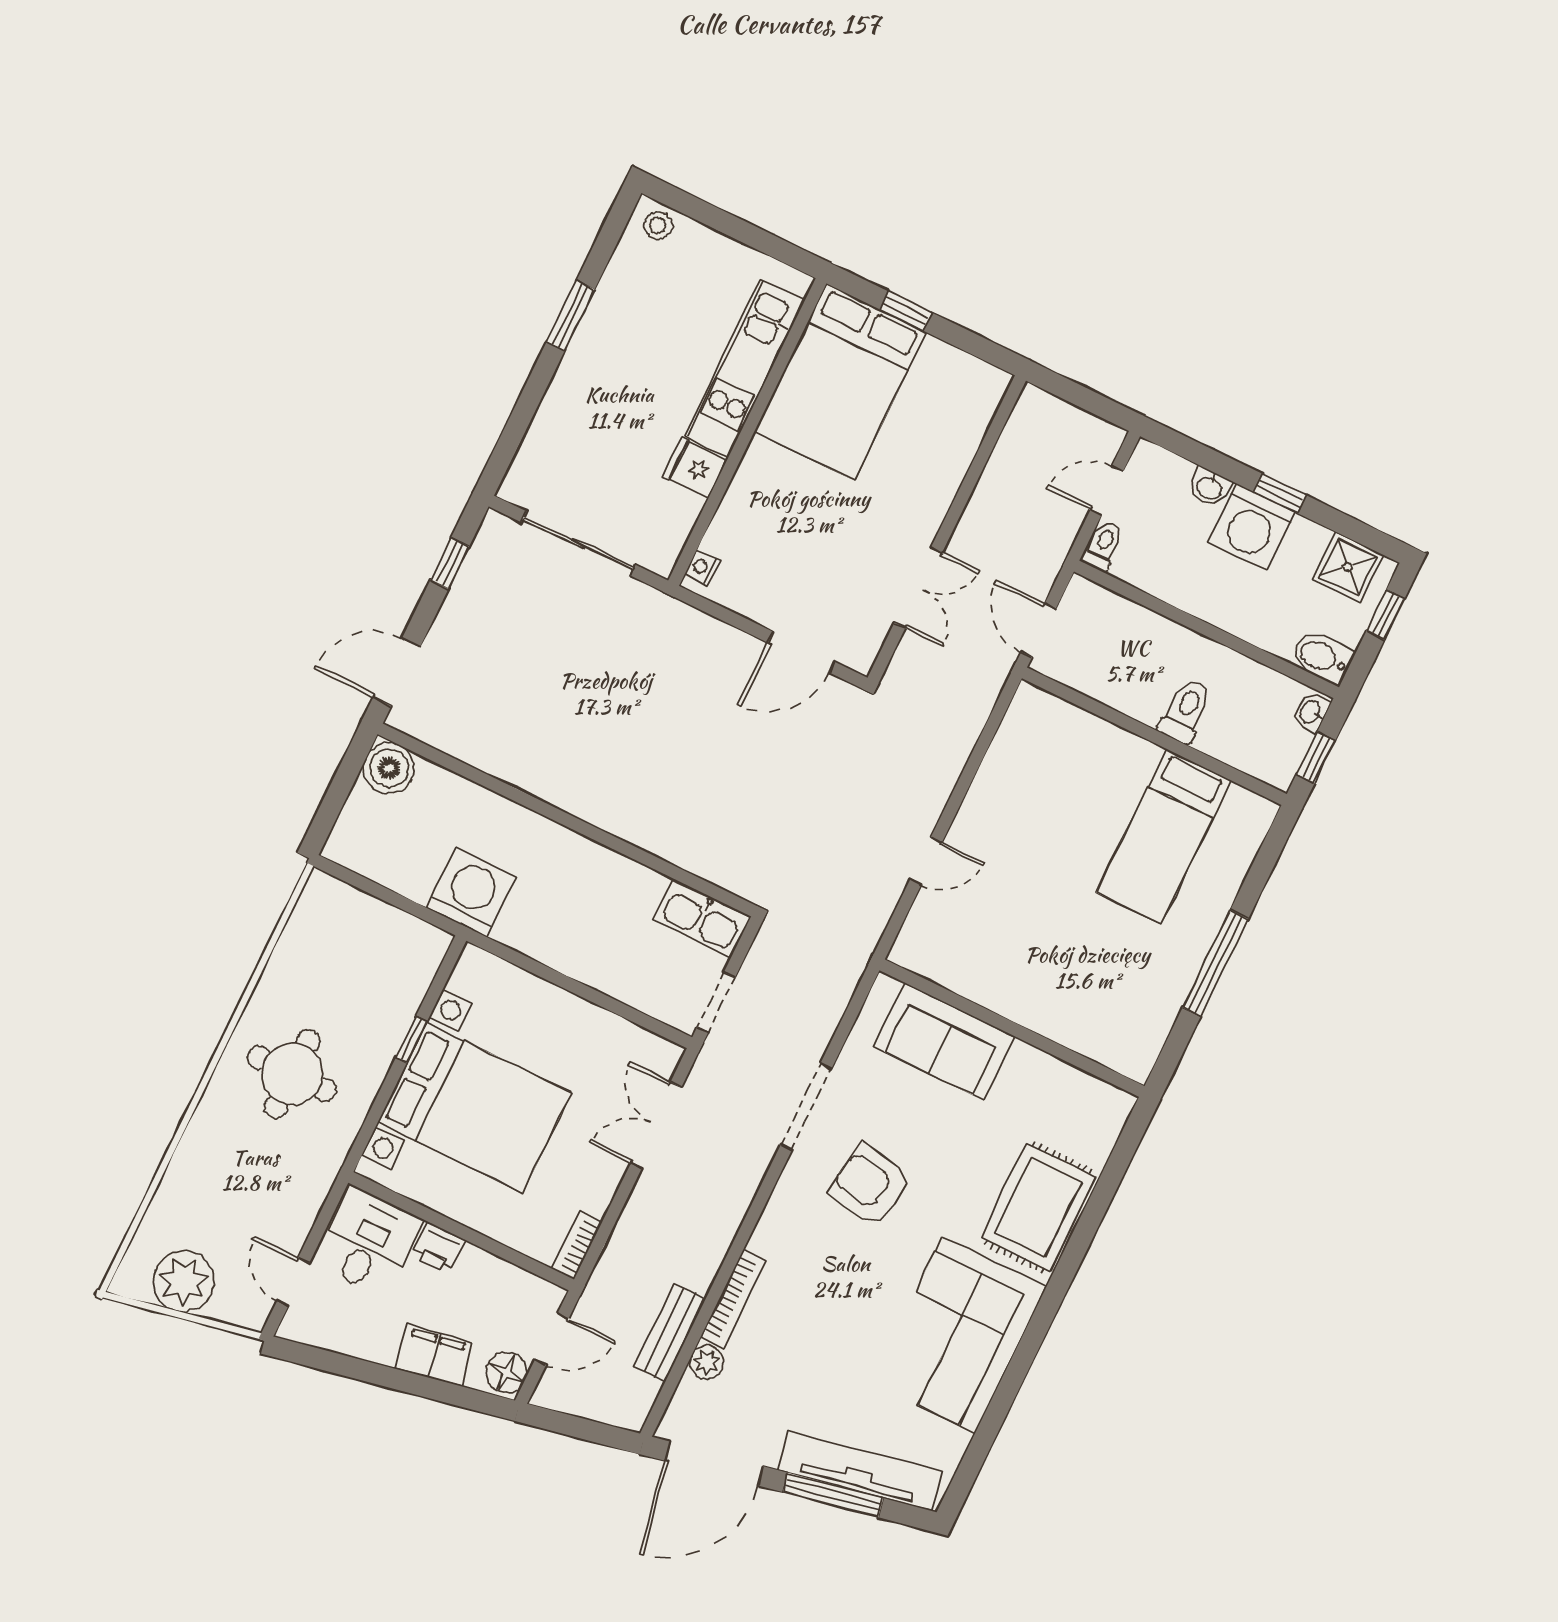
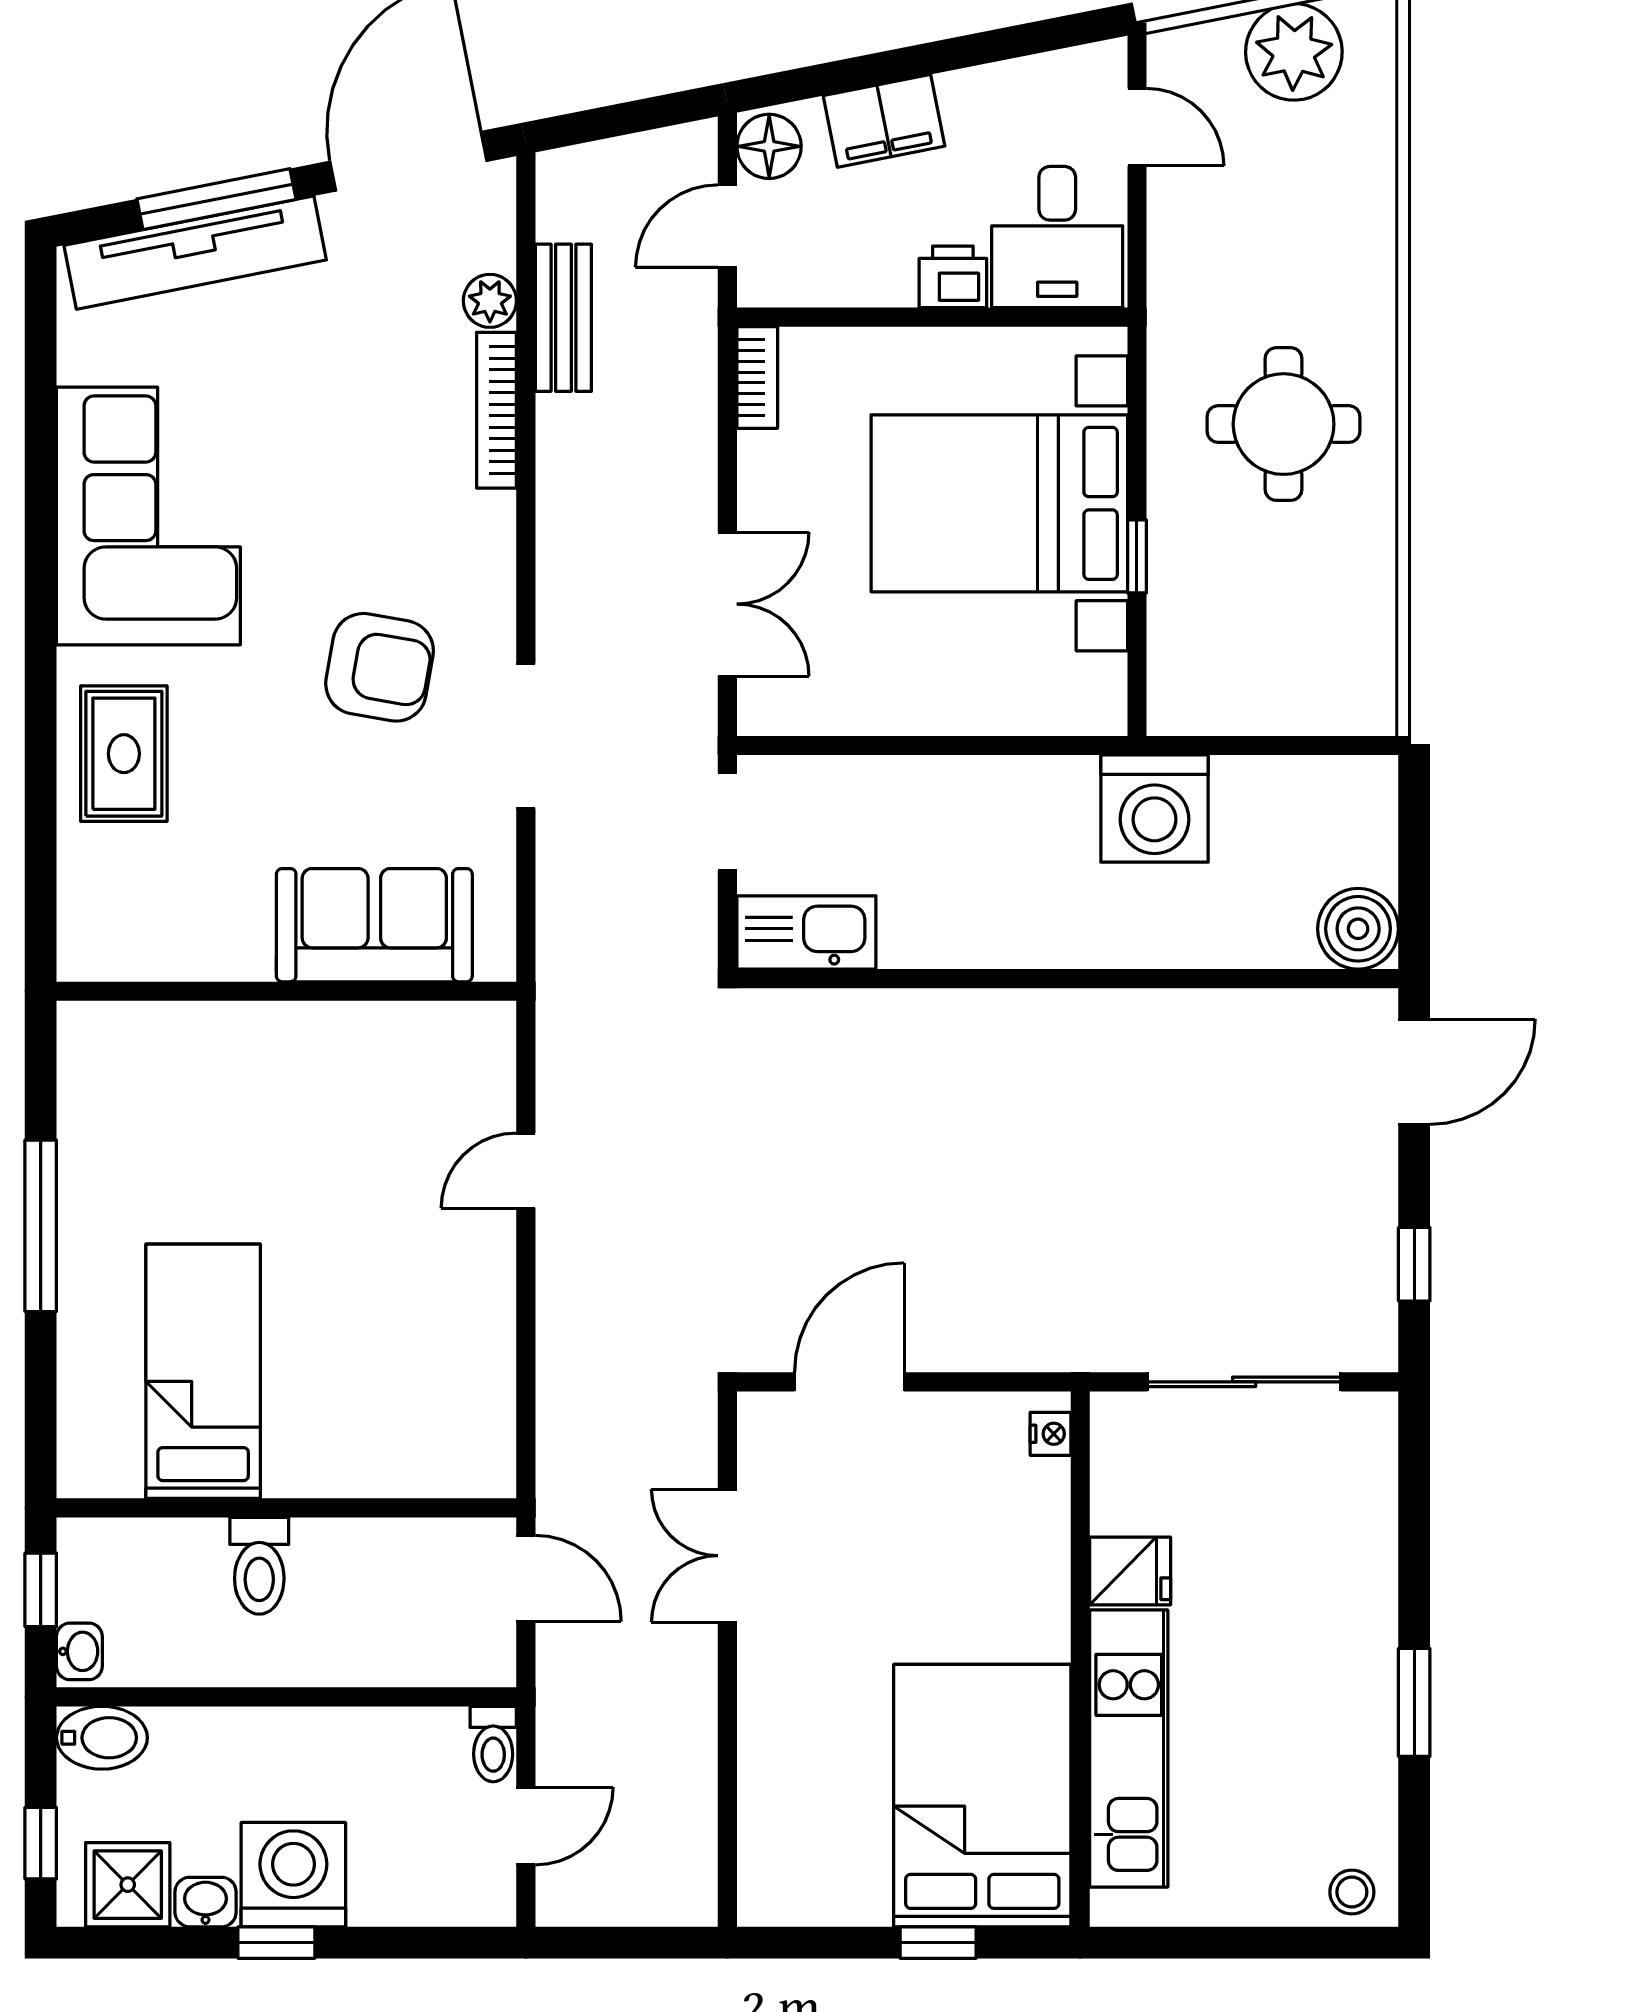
washbasin: (1209, 487) -> (206, 1902), moved
rug: (1038, 1207) -> (124, 754), width x0.73, depth x0.70

